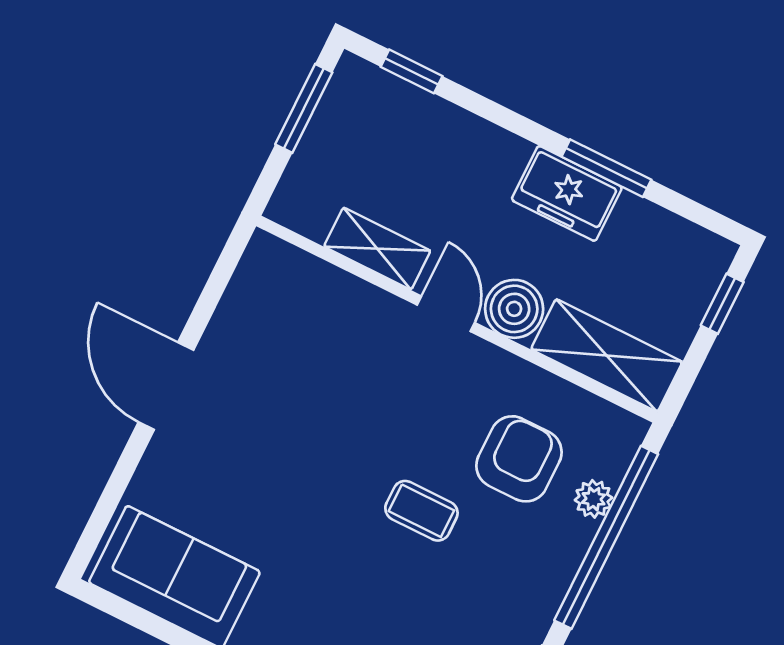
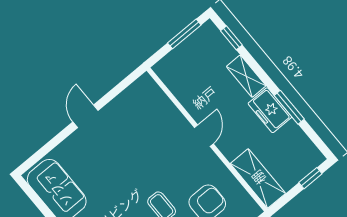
shelving: (377, 249) -> (246, 76), moved
boiler: (514, 309) -> (231, 145), removed
door: (166, 386) -> (86, 116), width x0.73

